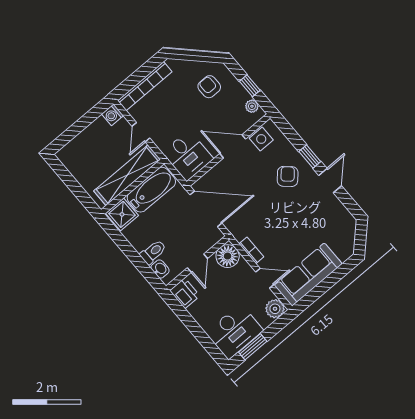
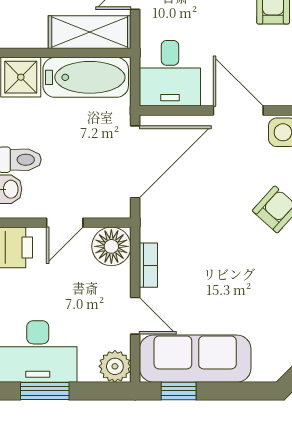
shelving: (127, 175) -> (90, 32), width x0.68
door: (206, 209) -> (135, 162), hinge flipped
window: (313, 295) -> (179, 391), added

